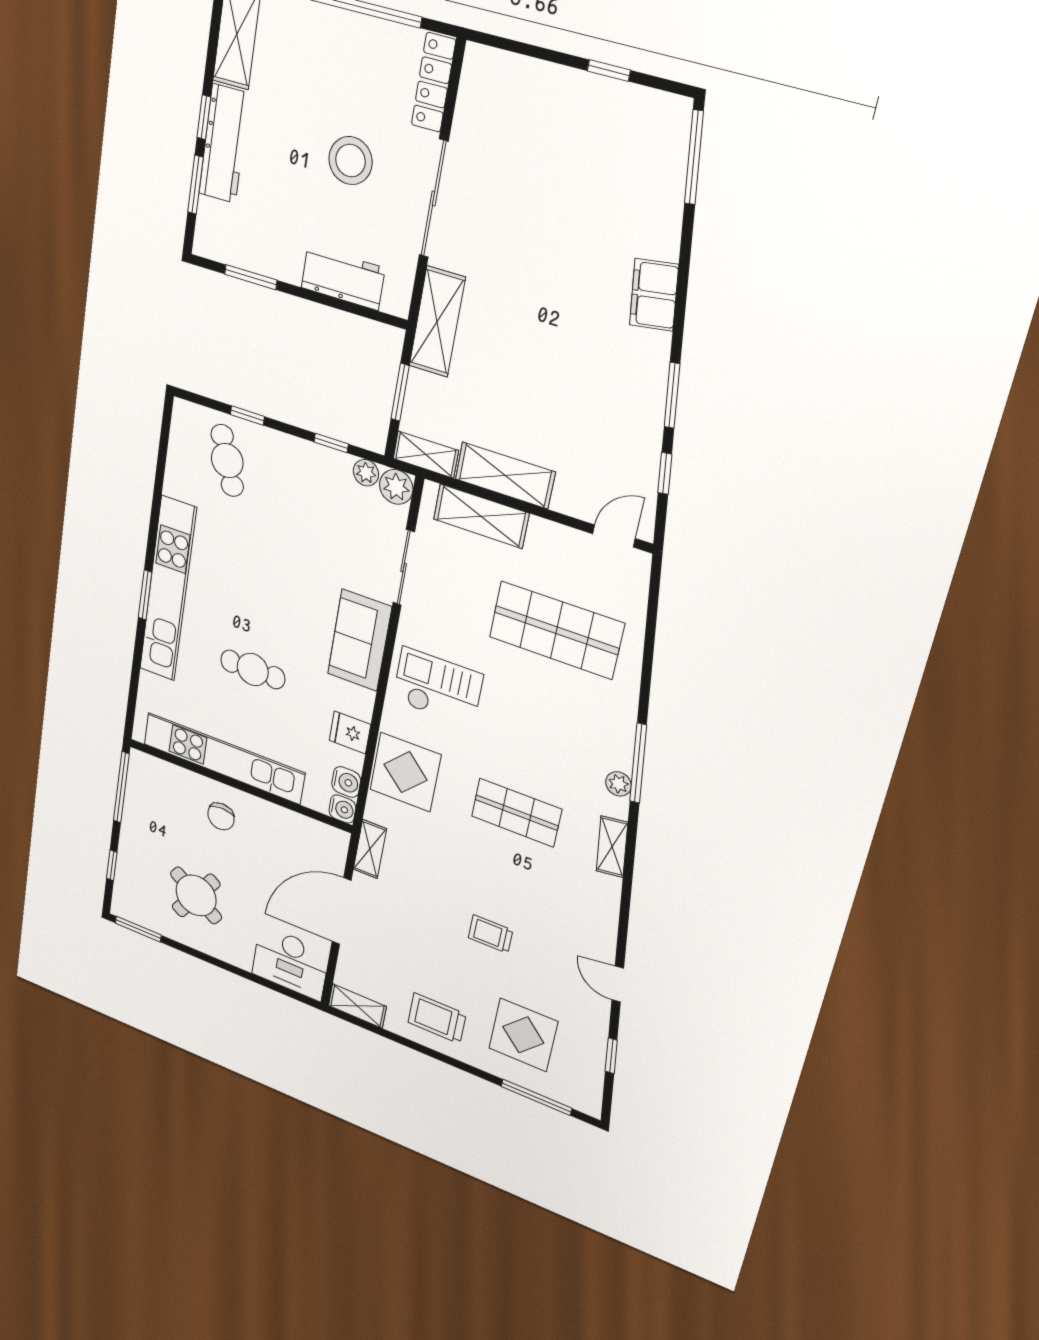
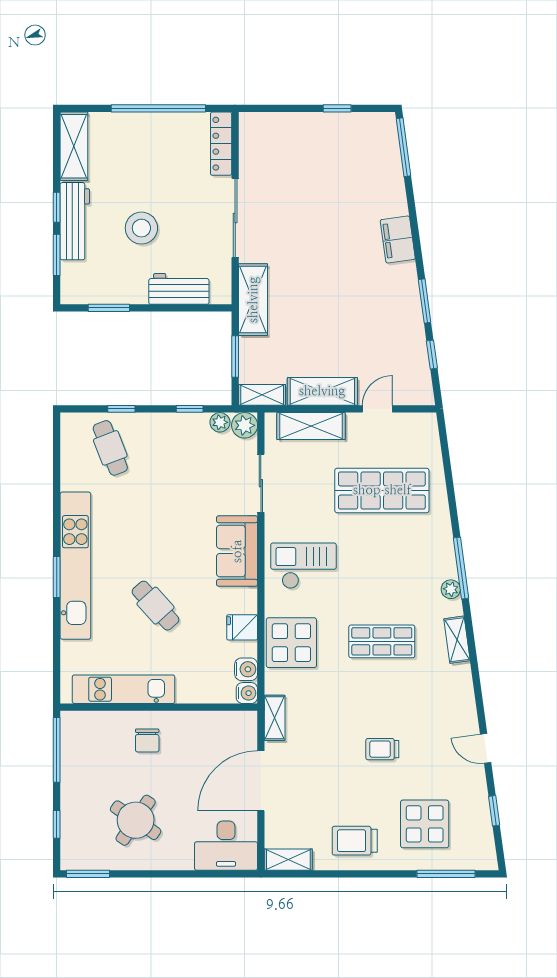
stool: (350, 161) -> (141, 228), moved
door: (614, 536) -> (377, 409), moved
cafe table: (253, 669) -> (155, 606), turned 48
kitchen unit: (224, 758) -> (124, 689), width x0.73

